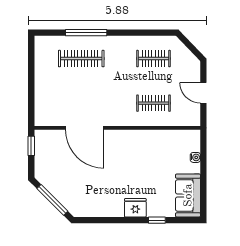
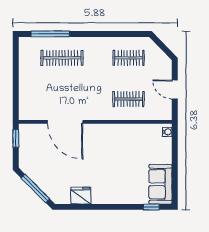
window: (86, 33) -> (50, 34), moved
water cooler: (195, 157) -> (167, 132), moved
fridge: (135, 208) -> (81, 196), moved
window: (157, 220) -> (151, 207), moved

